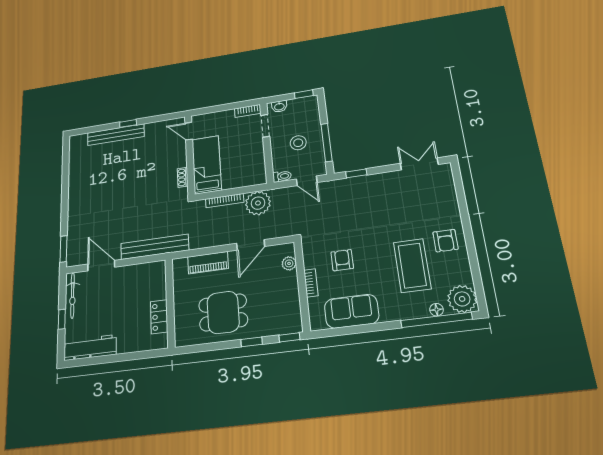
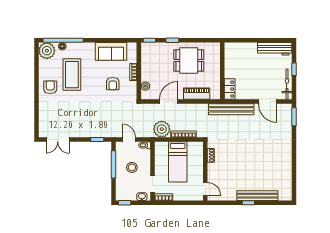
bed: (207, 165) -> (178, 162), moved
locker: (159, 317) -> (230, 89), moved

